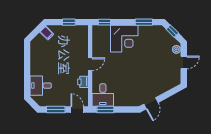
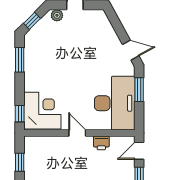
corner desk: (124, 39) -> (42, 111), moved
desk: (103, 95) -> (115, 103), width x1.87, depth x1.30
window: (105, 110) -> (139, 90), moved

